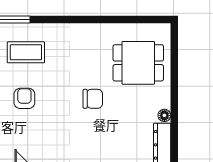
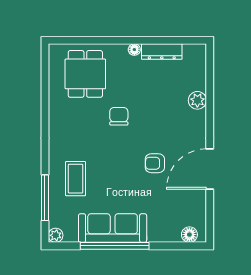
armchair: (24, 98) -> (155, 163), moved

